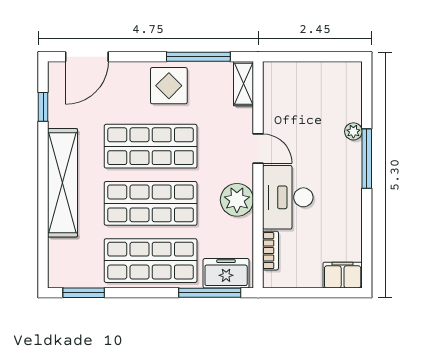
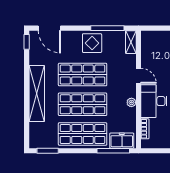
door: (87, 57) -> (49, 28), hinge flipped
window: (43, 107) -> (27, 42), moved
plant: (237, 200) -> (131, 102), width x0.53, depth x0.53

